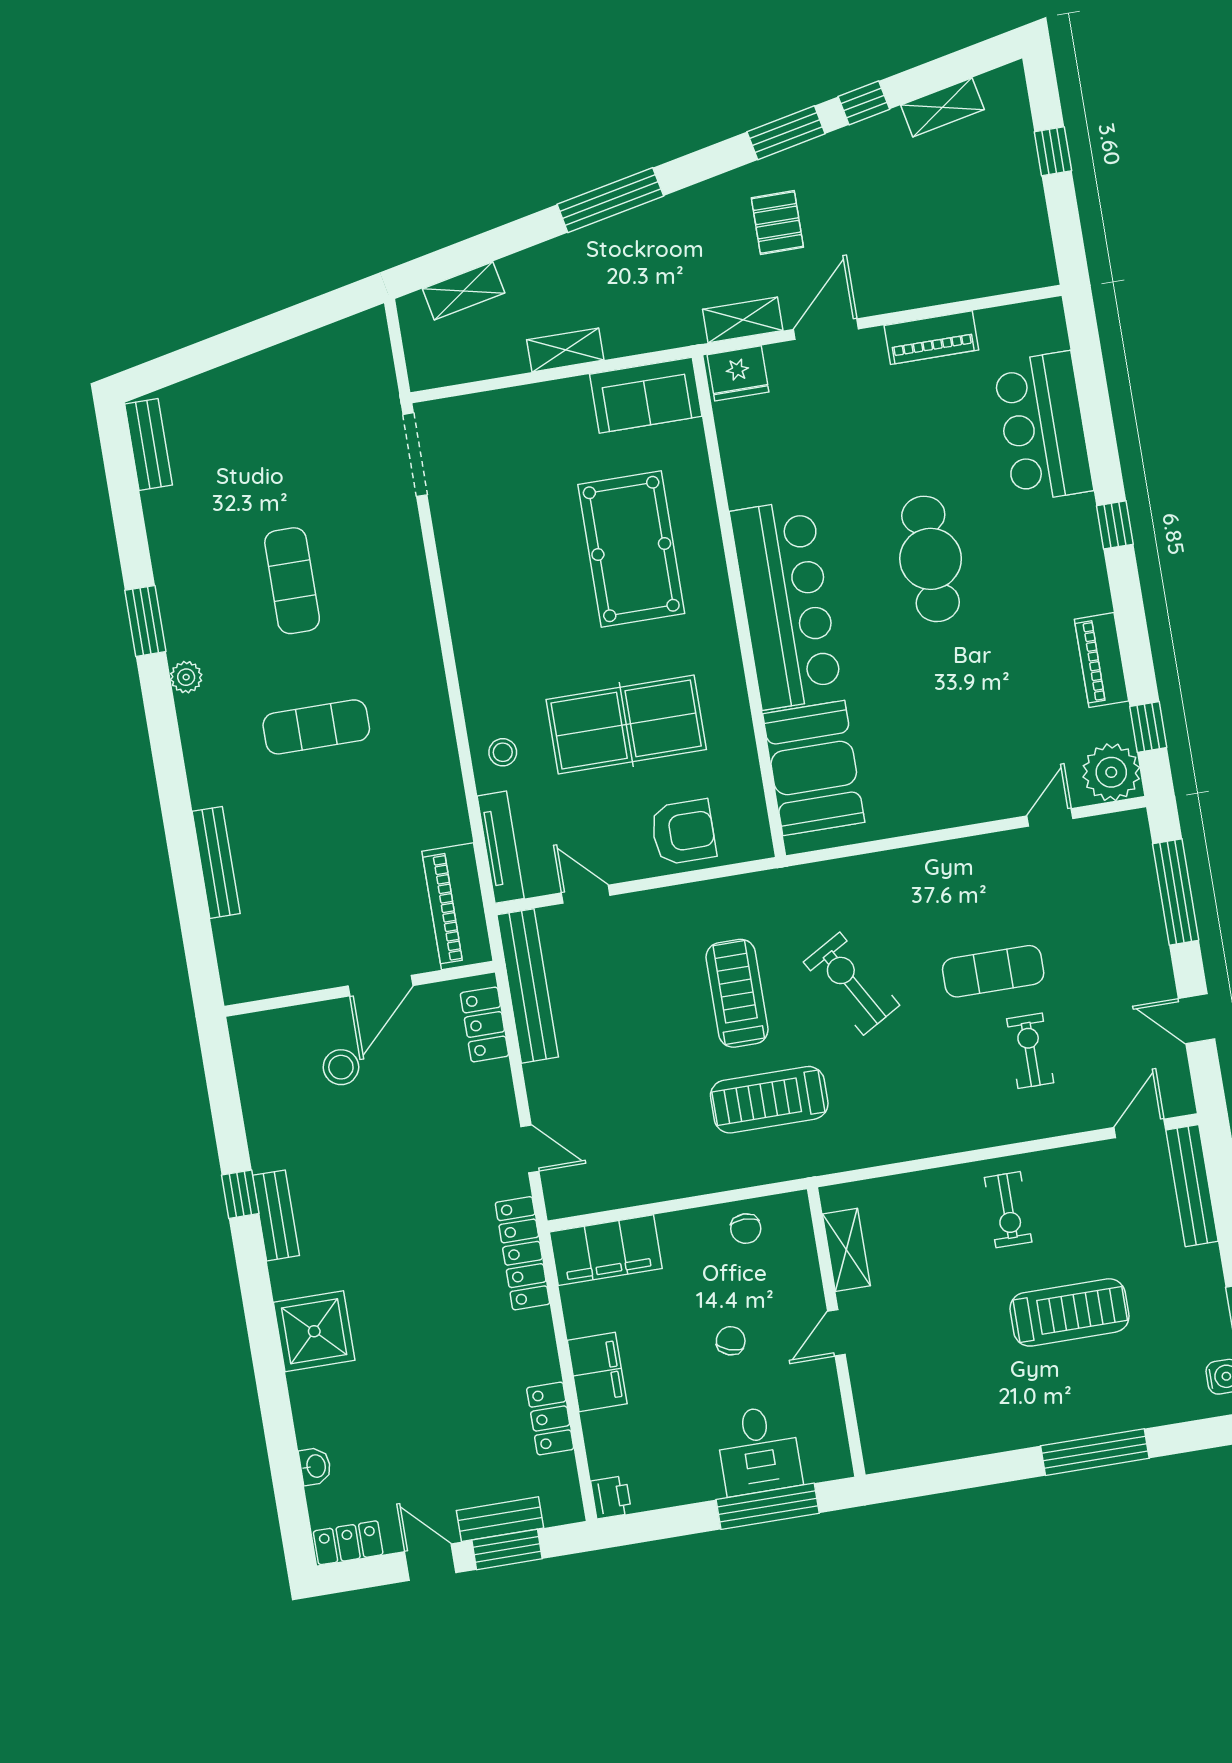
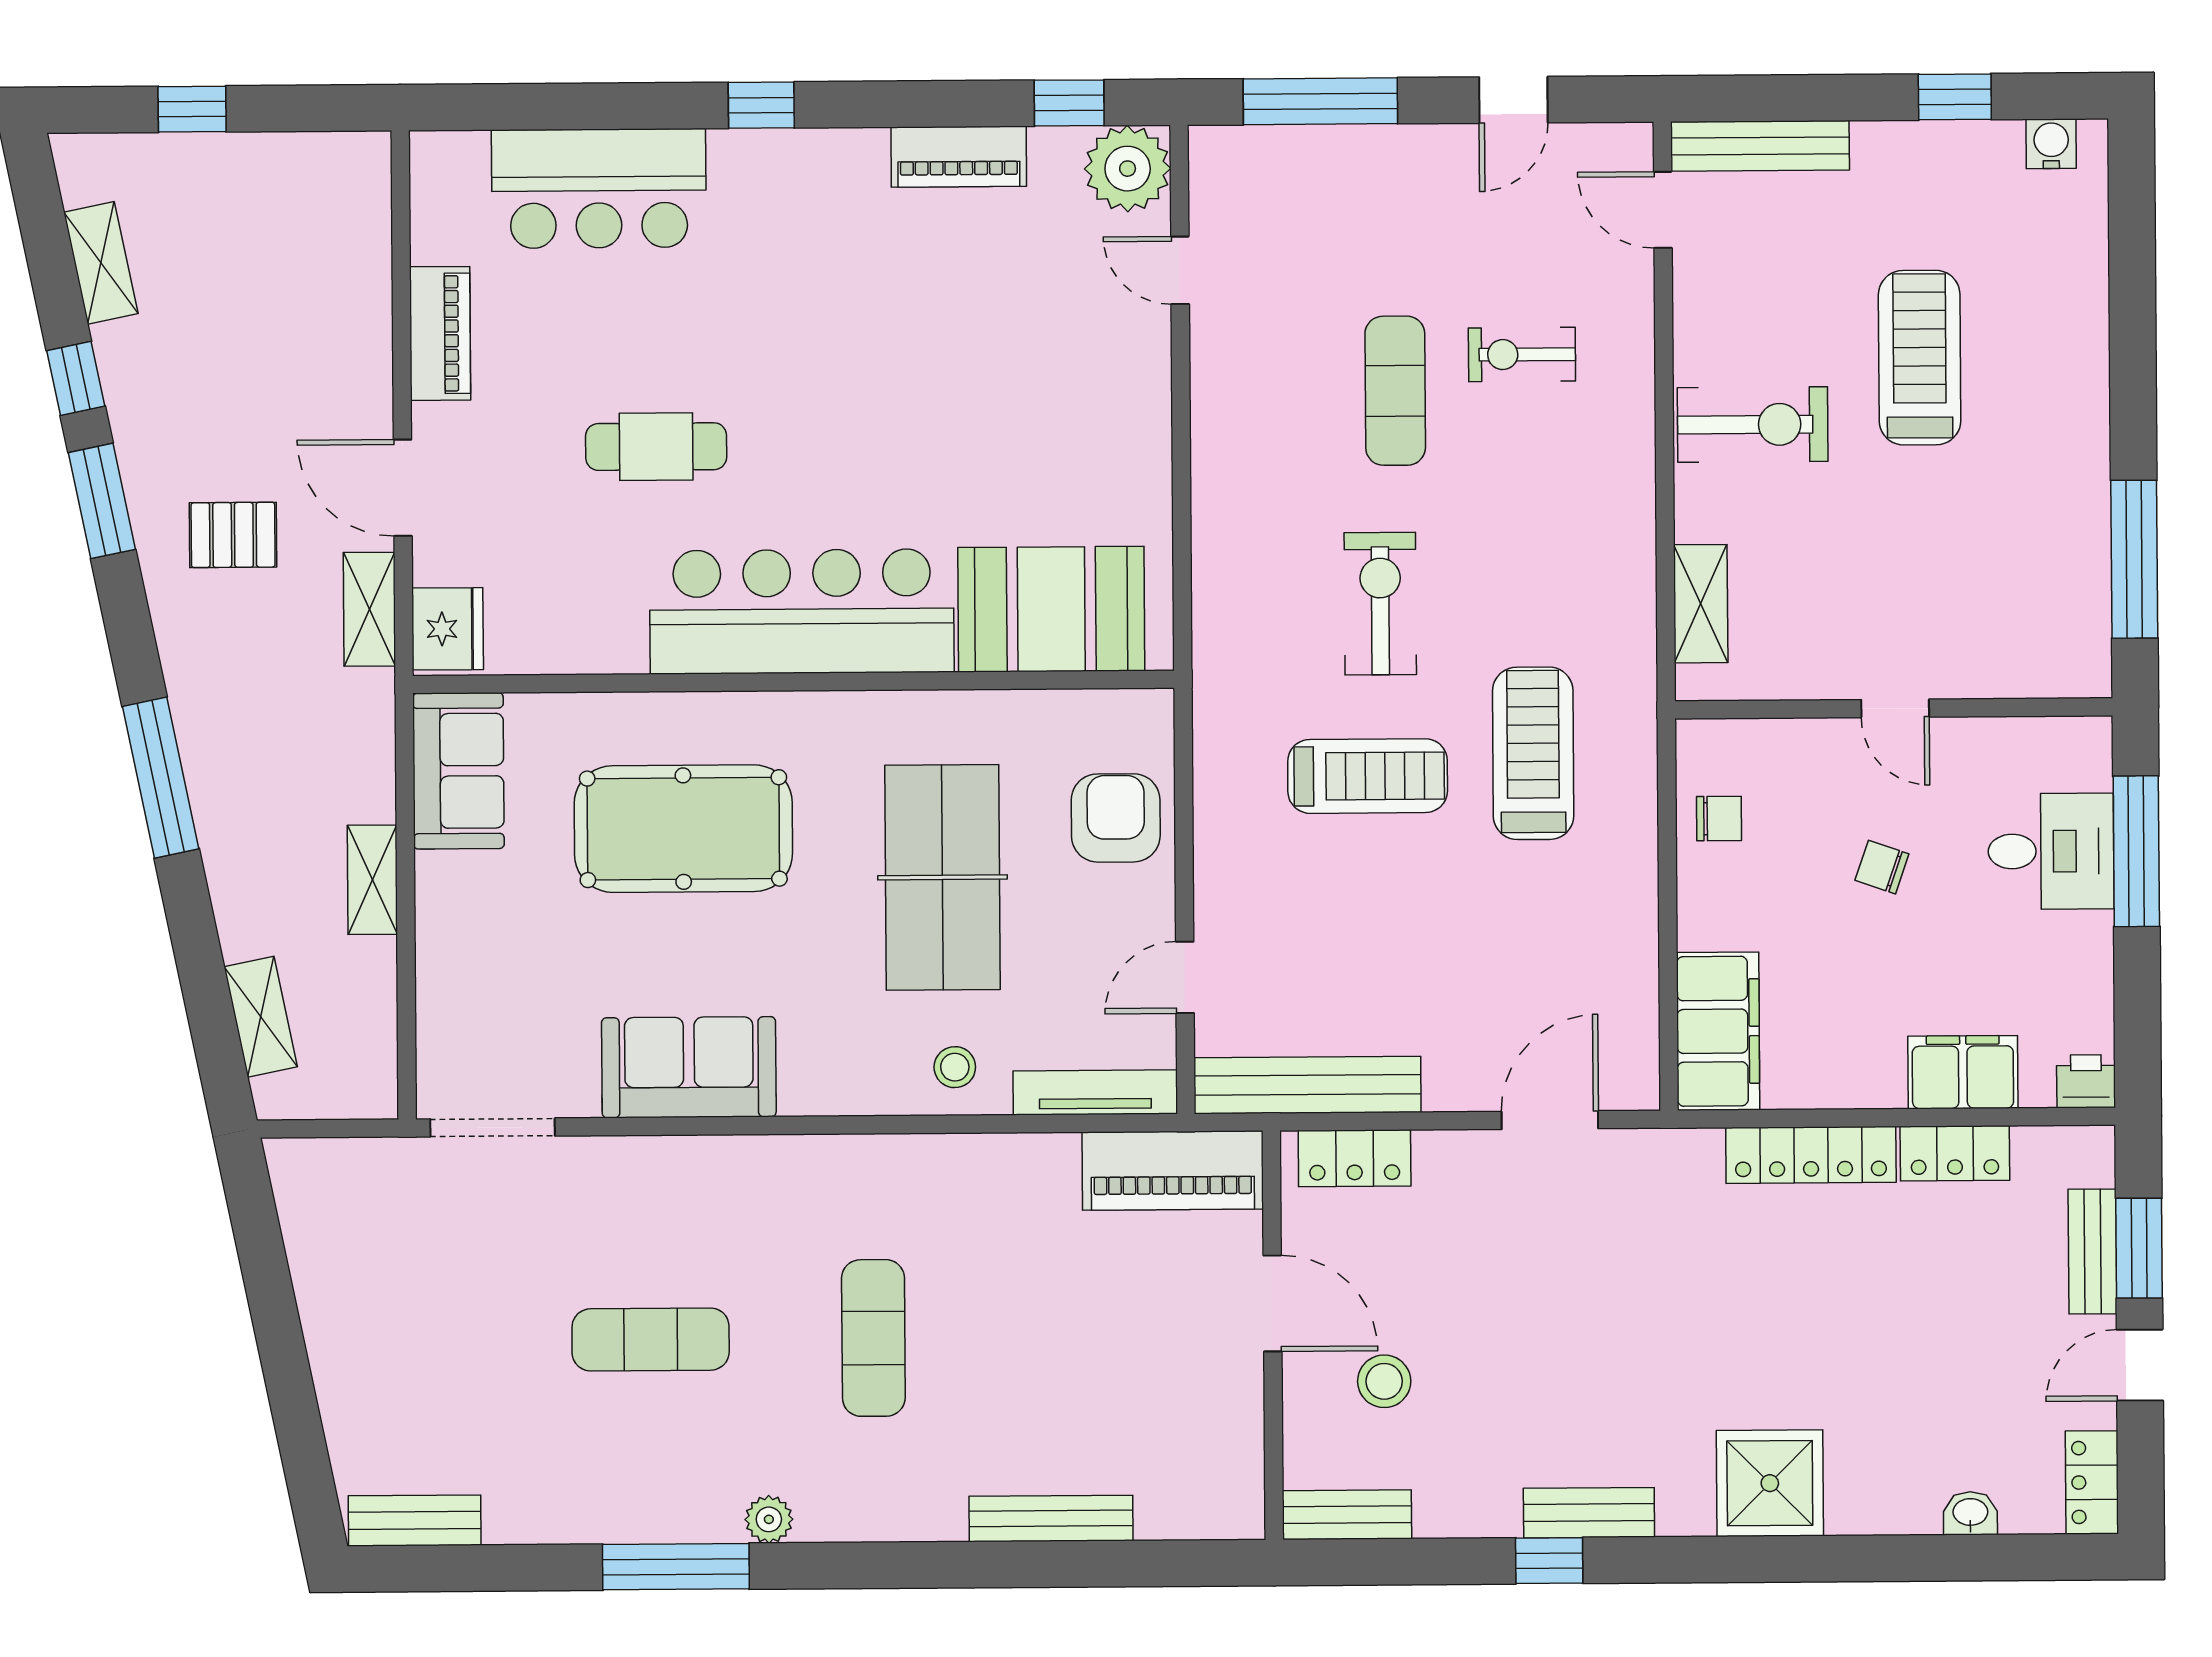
cafe table: (931, 559) -> (656, 447), moved, width x0.73, depth x0.74
sofa: (475, 577) -> (689, 1067), added
window: (145, 621) -> (676, 1567), width x1.44
exercise bike: (852, 984) -> (1380, 604), turned 120
treadmill: (737, 993) -> (1368, 776), turned 180
bench: (249, 1057) -> (1347, 1515), added
treadmill: (769, 1100) -> (1533, 753), turned 180
door: (530, 1149) -> (1550, 1120), width x1.38
exercise bike: (1008, 1210) -> (1753, 425), width x1.38, depth x1.39
shelving: (846, 1250) -> (1701, 604), moved, turned 90
locker: (522, 1253) -> (1811, 1155), moved
filing cabinet: (597, 1372) -> (1963, 1072), moved
window: (1095, 1452) -> (2134, 559), moved

